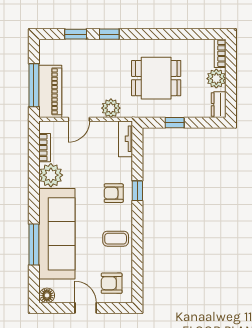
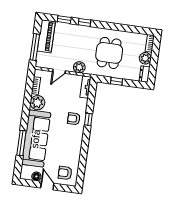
dining table: (156, 78) -> (109, 53), turned 90
piano: (50, 91) -> (46, 36), moved
coffee table: (116, 239) -> (71, 146), removed
floor lamp: (47, 295) -> (36, 176), moved

